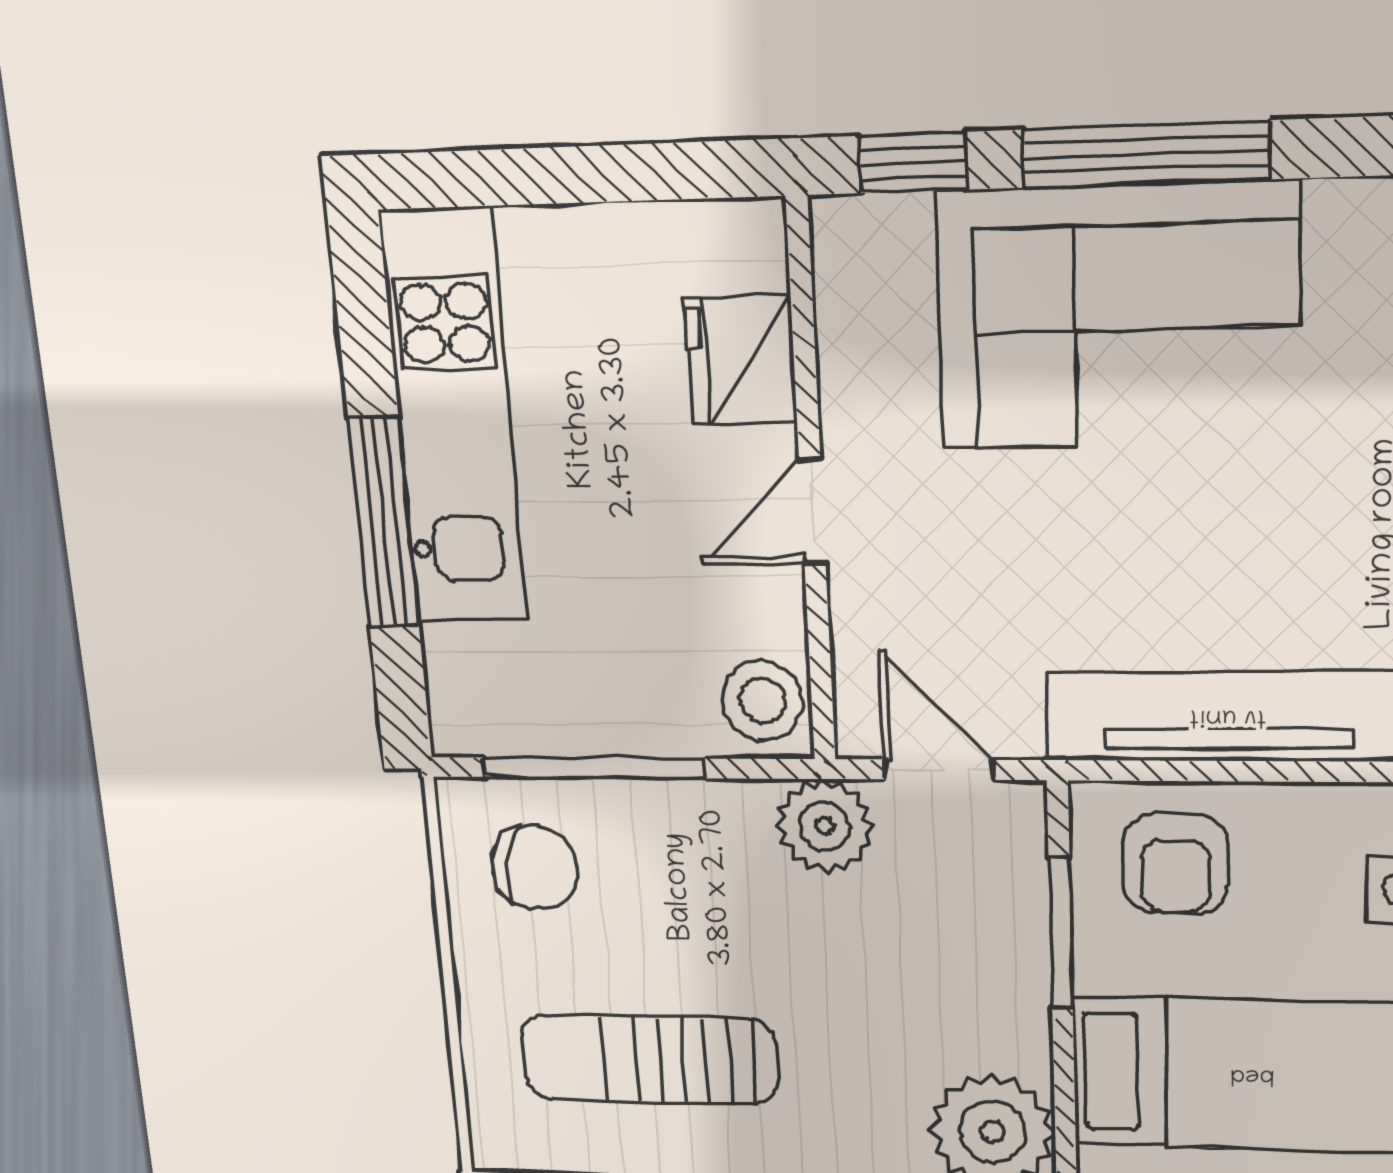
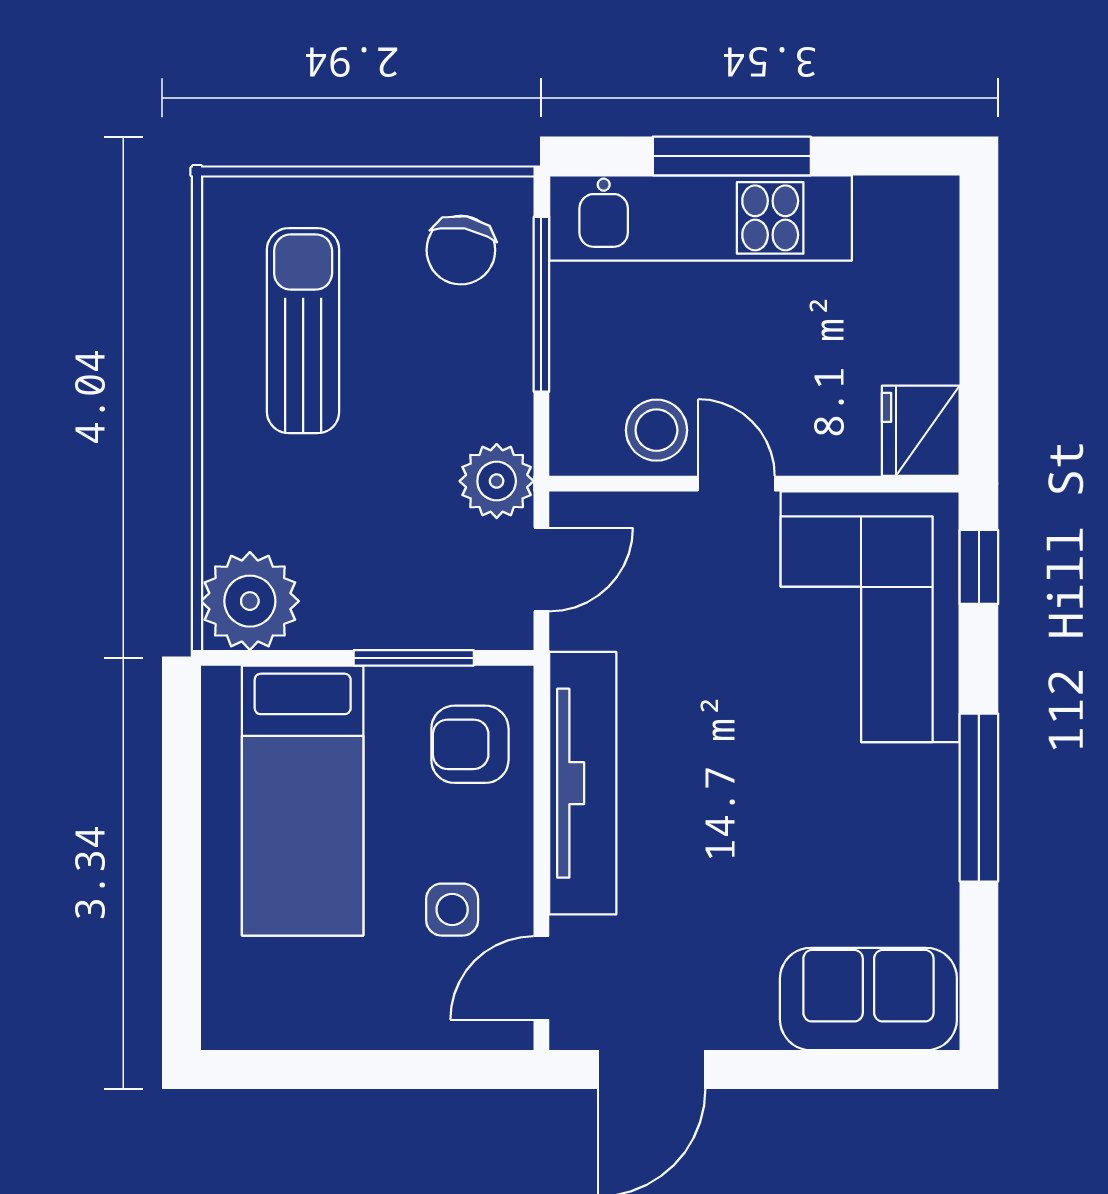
window: (1146, 154) -> (979, 798), moved
corner sofa: (1118, 317) -> (870, 617), moved
fridge: (741, 360) -> (921, 431), moved, turned -90
kitchen unit: (454, 419) -> (701, 218), moved
stool: (763, 701) -> (656, 430), moved

